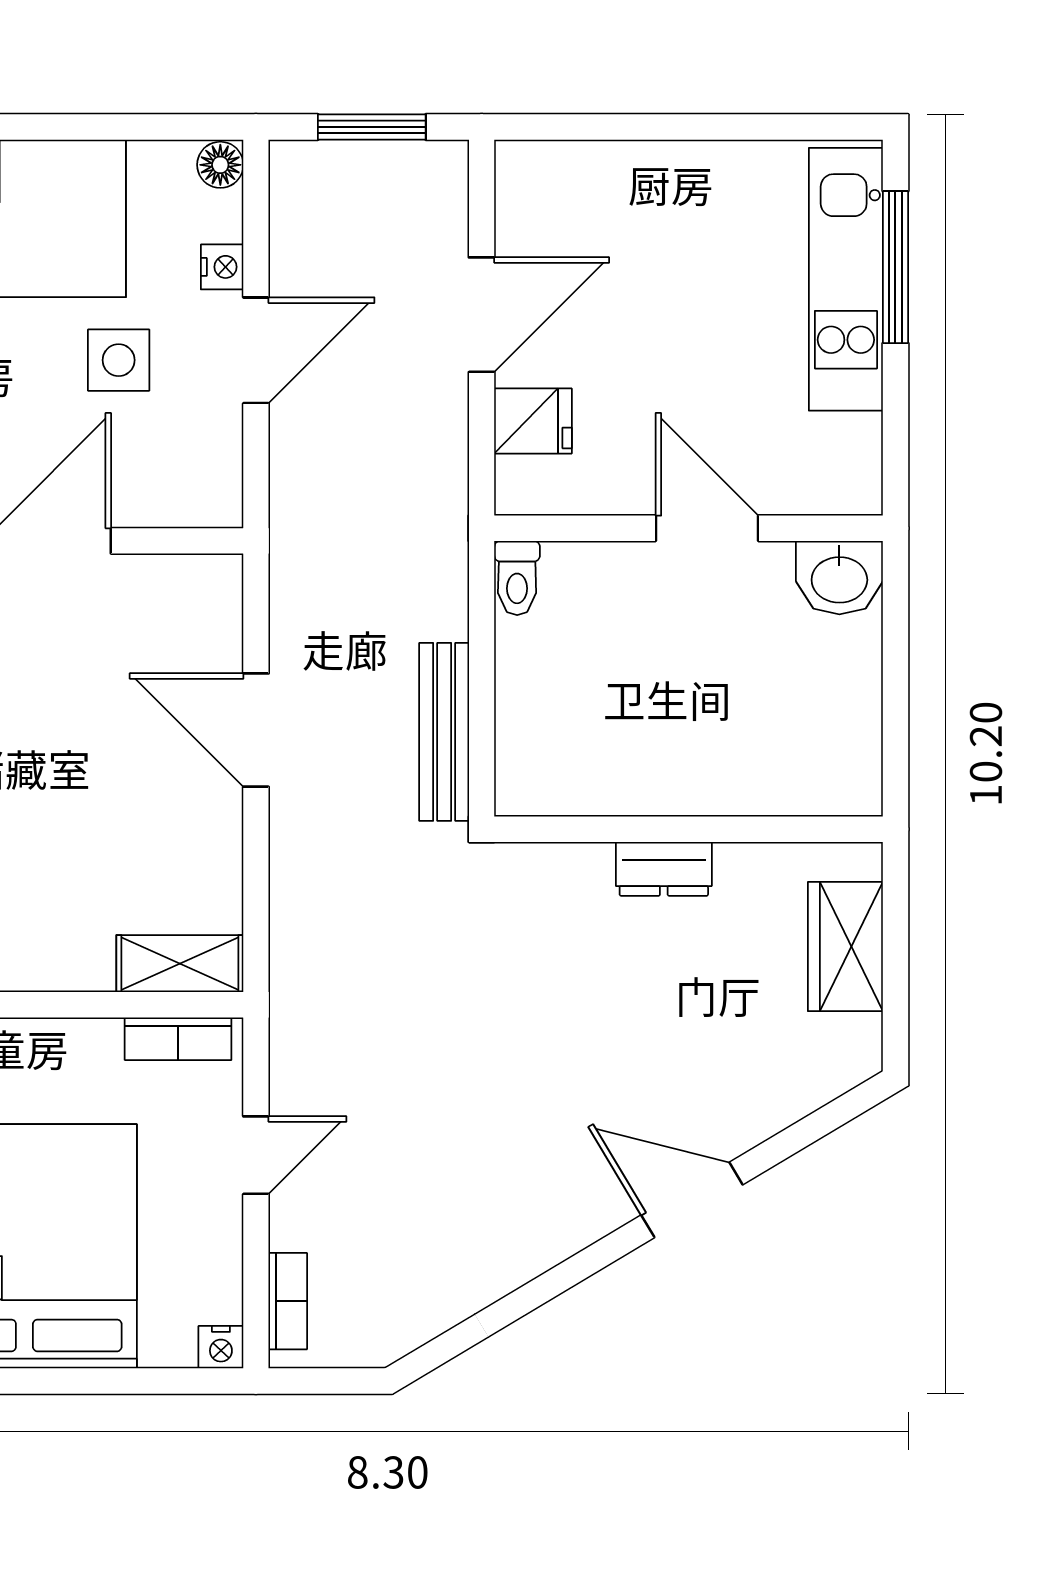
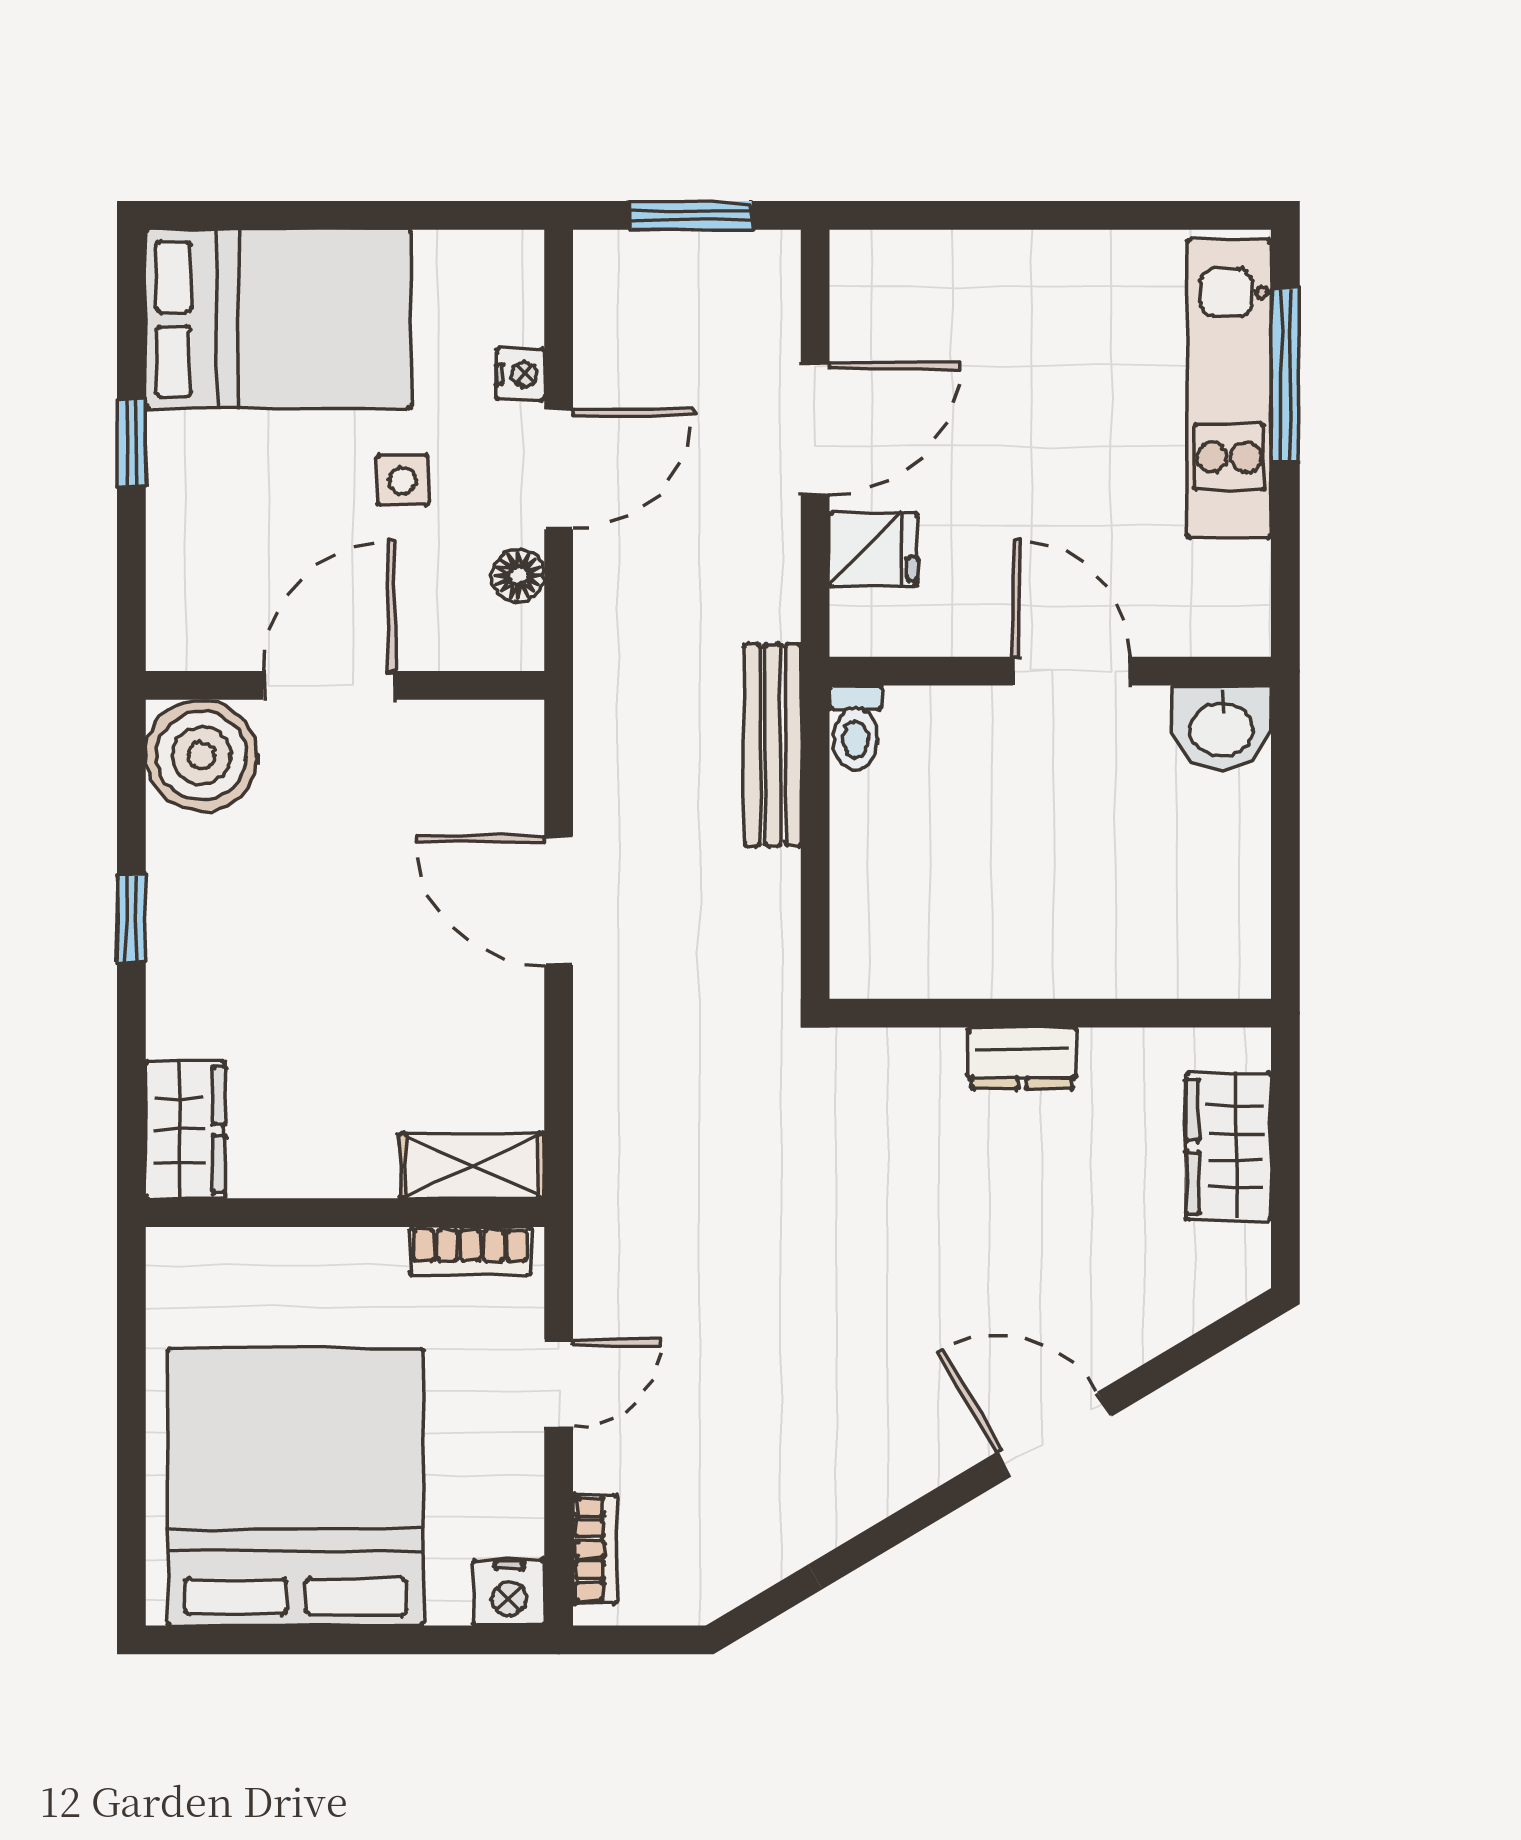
floor lamp: (220, 165) -> (518, 575), moved
side table: (119, 360) -> (403, 480), width x0.73, depth x0.73
bench: (444, 732) -> (773, 745), moved
nightstand: (221, 1347) -> (509, 1593), width x1.39, depth x1.35

